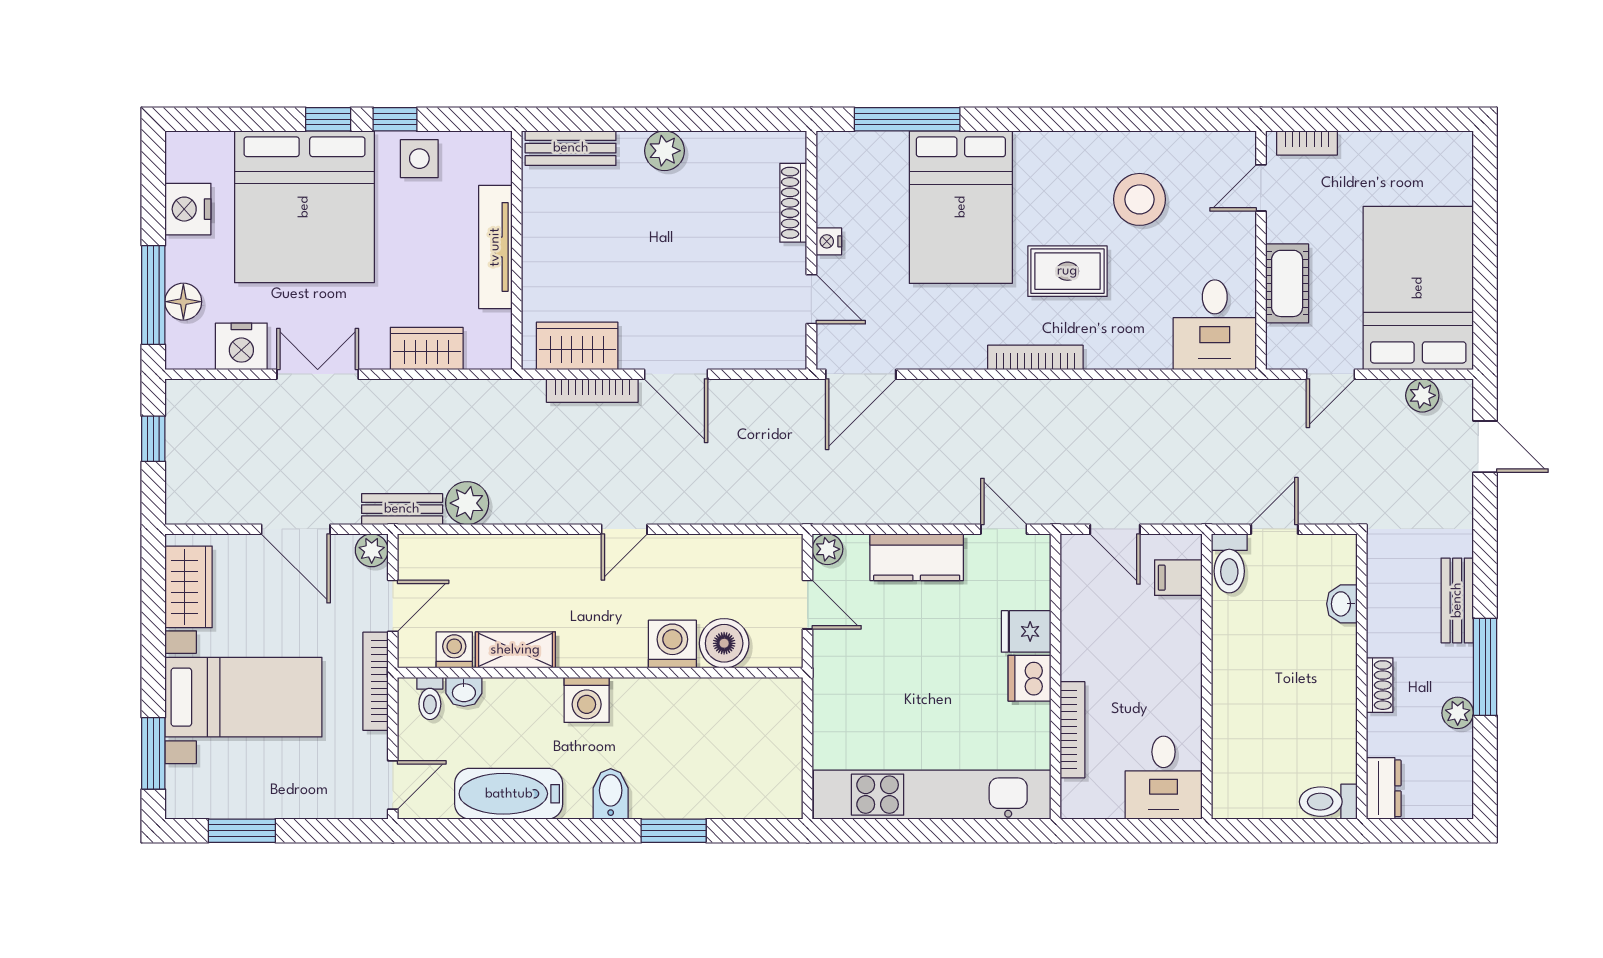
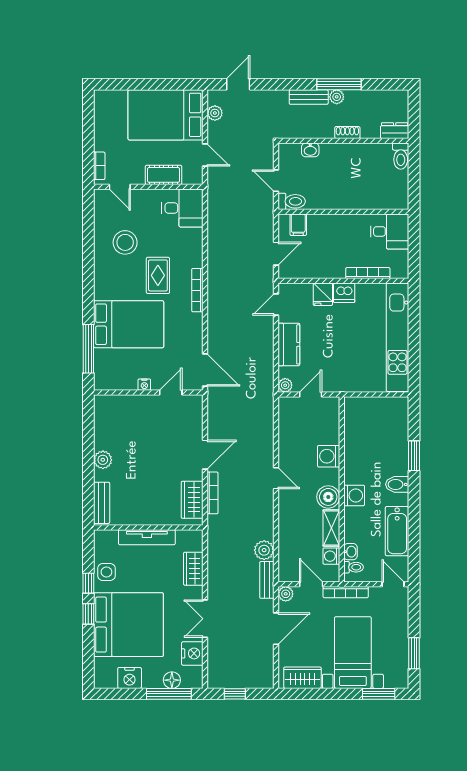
shoe rack: (793, 203) -> (127, 401), removed
boiler: (724, 643) -> (328, 497), moved
plant: (1458, 713) -> (337, 97), moved

